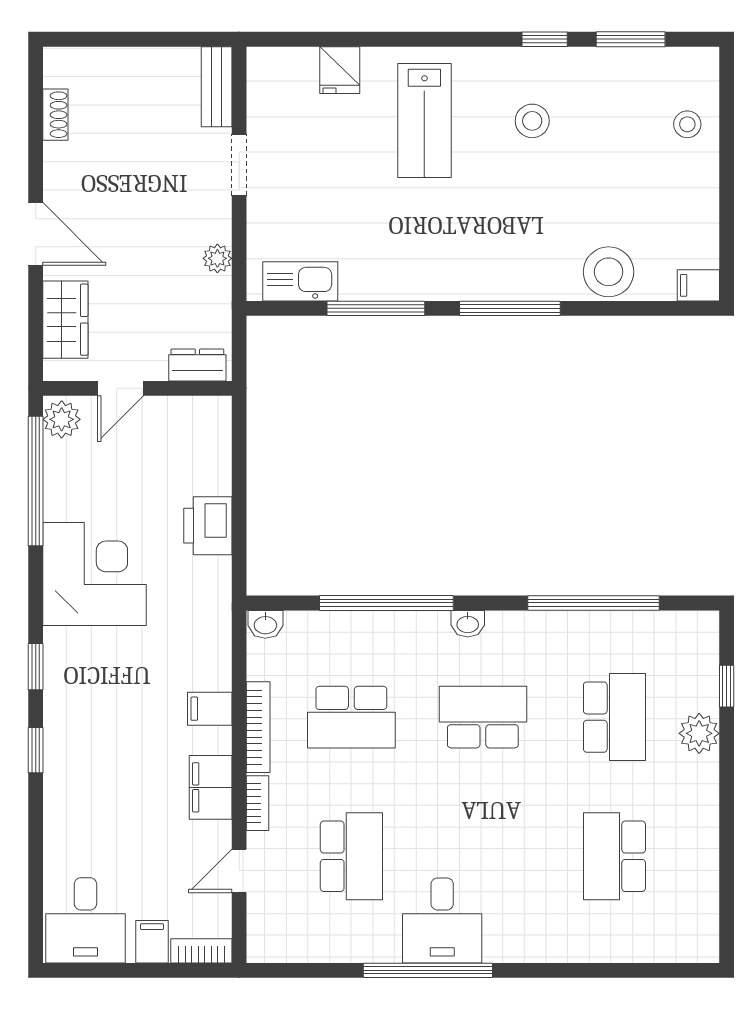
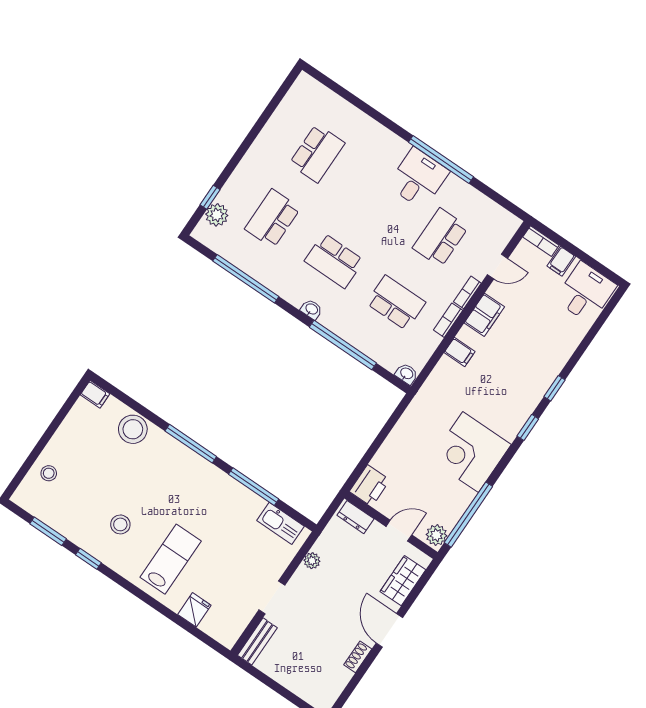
shoe rack: (55, 115) -> (358, 657), moved
printer: (208, 526) -> (370, 486), moved
bookcase: (258, 727) -> (448, 320), width x0.64
plant: (699, 733) -> (217, 215), moved

